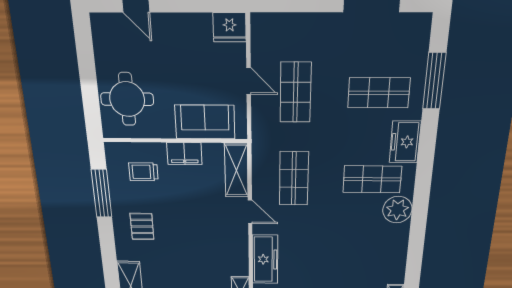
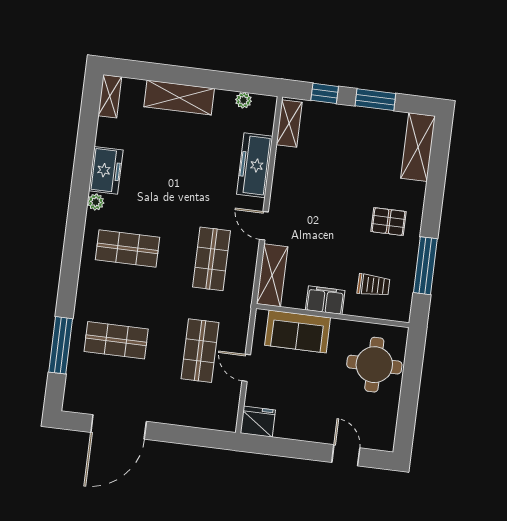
freezer: (405, 142) -> (106, 170), moved
plant: (397, 210) -> (96, 202), width x0.53, depth x0.53
pallet: (142, 226) -> (389, 222), turned 90

